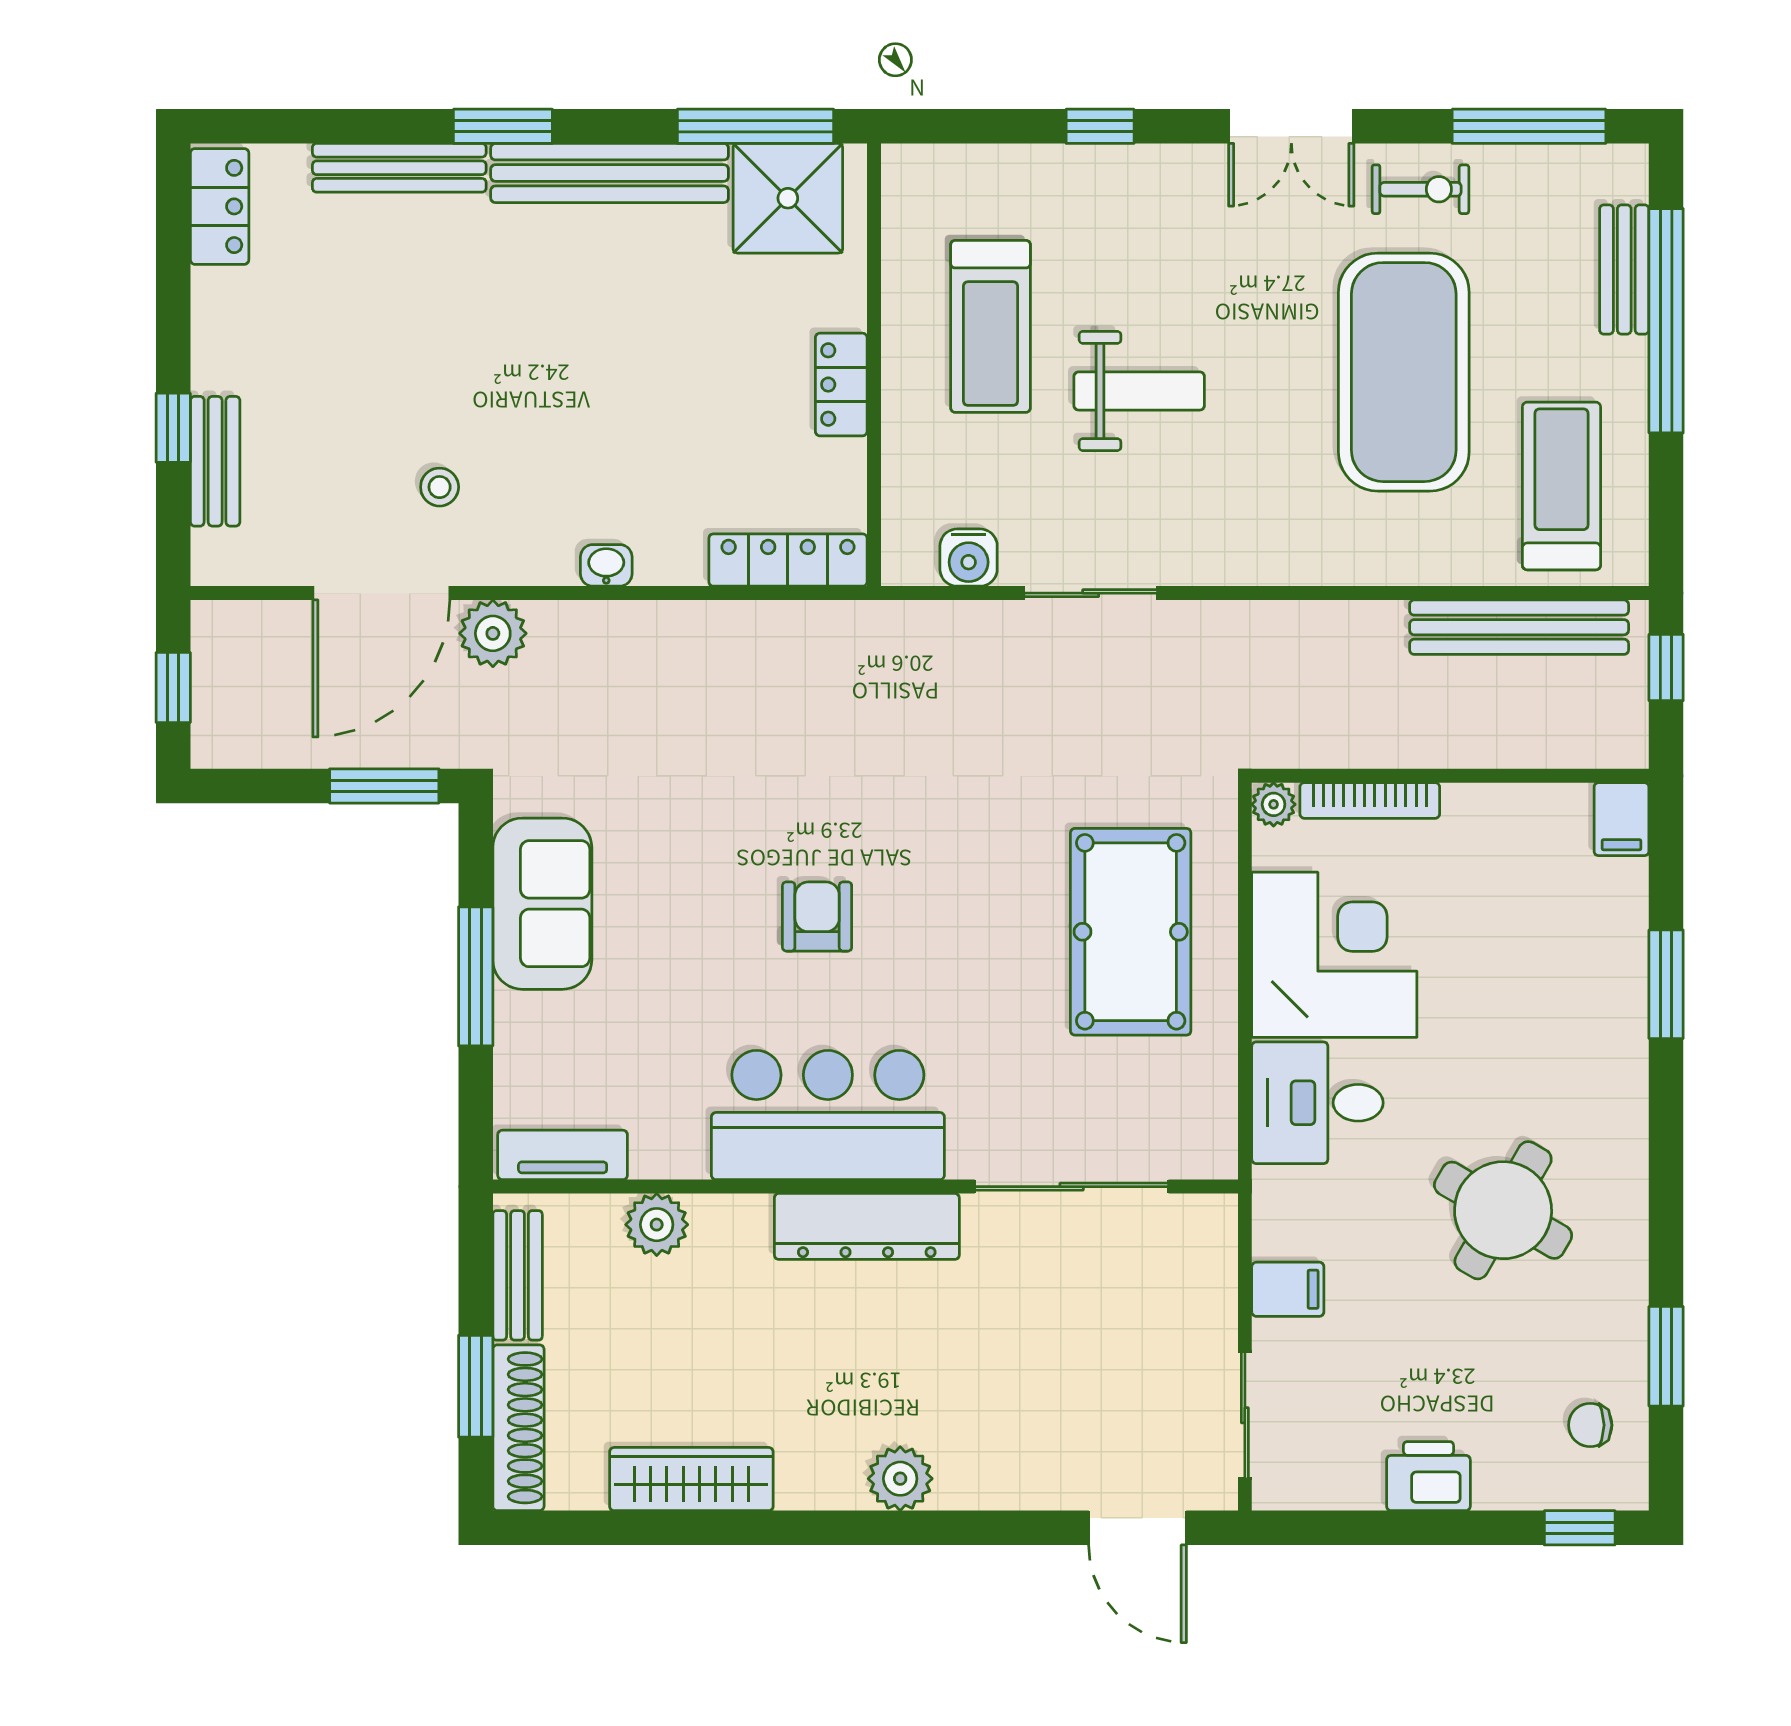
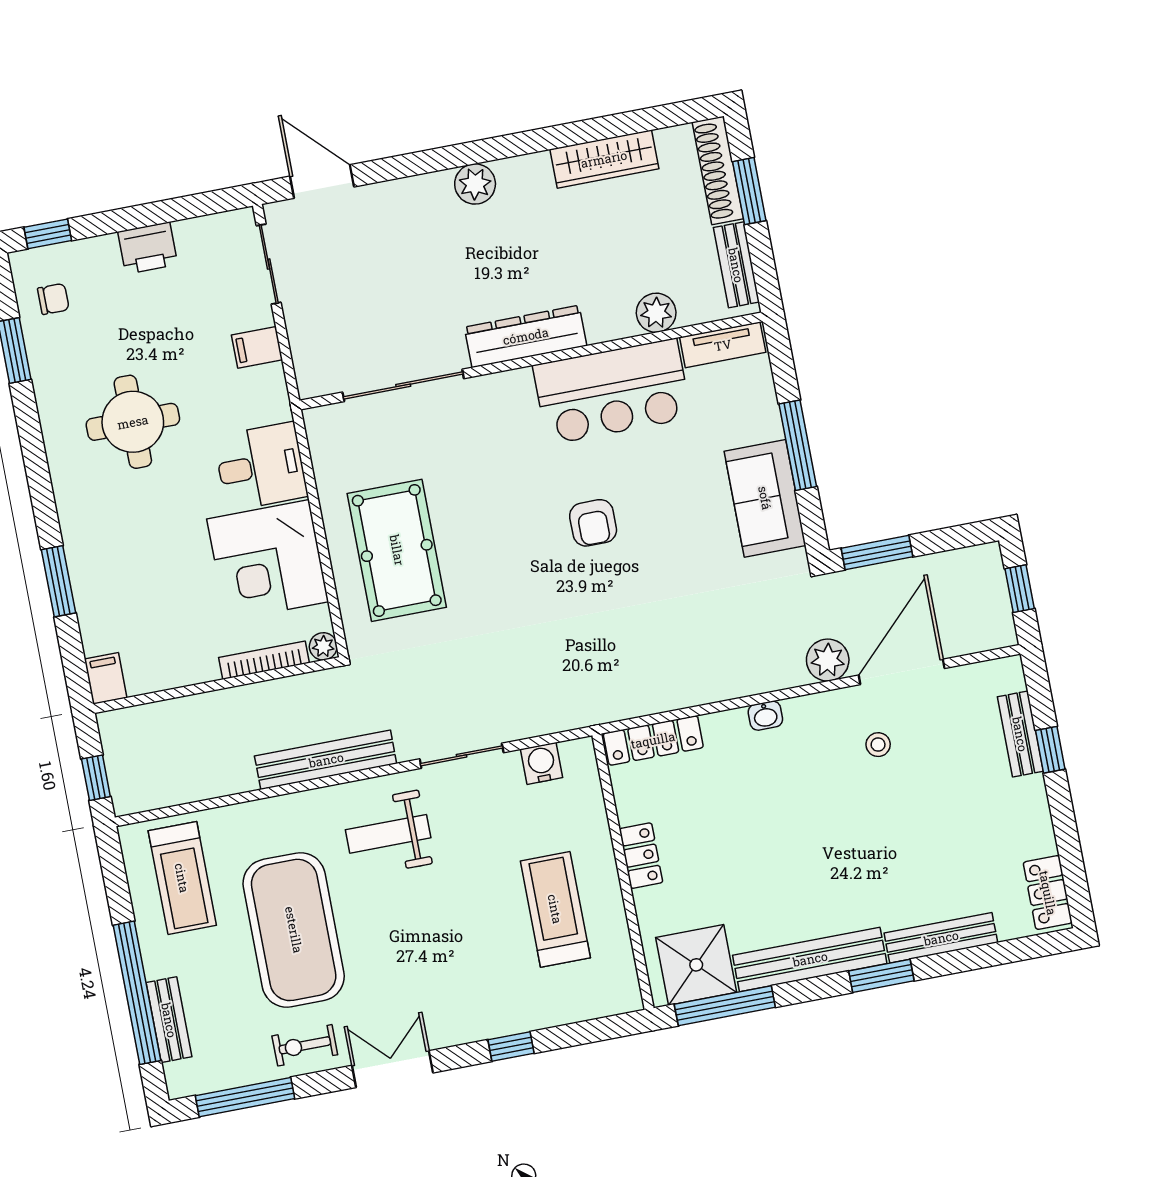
weight bench: (1139, 391) -> (388, 834), moved
bench: (1519, 627) -> (326, 760), moved
bar counter: (828, 1115) -> (612, 392), moved
round table: (1503, 1210) -> (133, 422), turned -30

